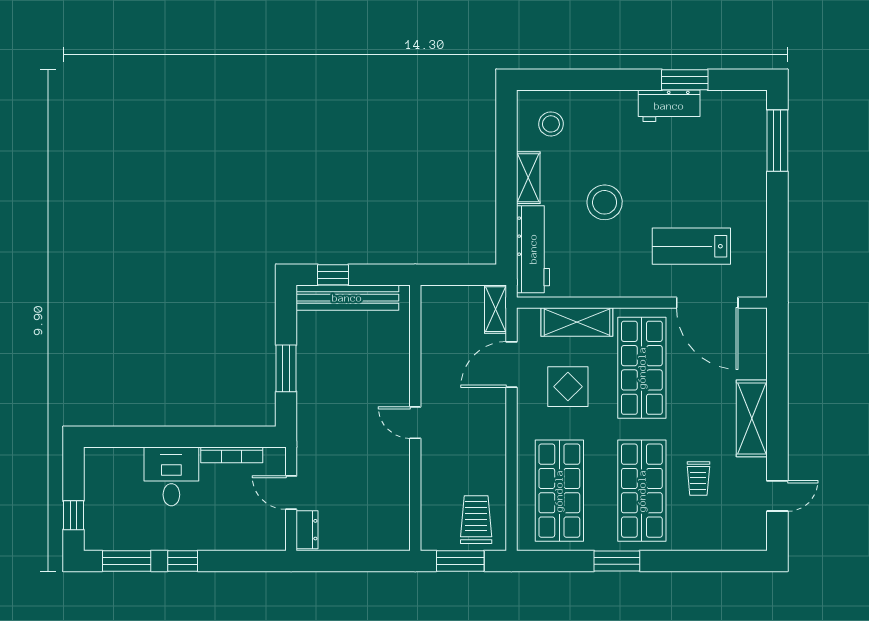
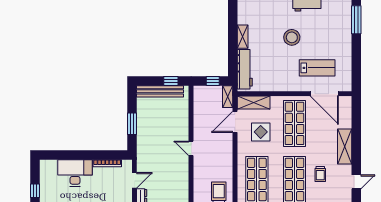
stool: (551, 124) -> (253, 12), removed
stool: (605, 202) -> (292, 37), moved
lab bench: (691, 246) -> (317, 68), turned 180
window: (333, 275) -> (171, 81), moved
window: (463, 275) -> (213, 81), added
shelving: (577, 322) -> (254, 102), moved
desk: (171, 476) -> (75, 173), width x1.37
door: (291, 493) -> (134, 180), swing flipped

